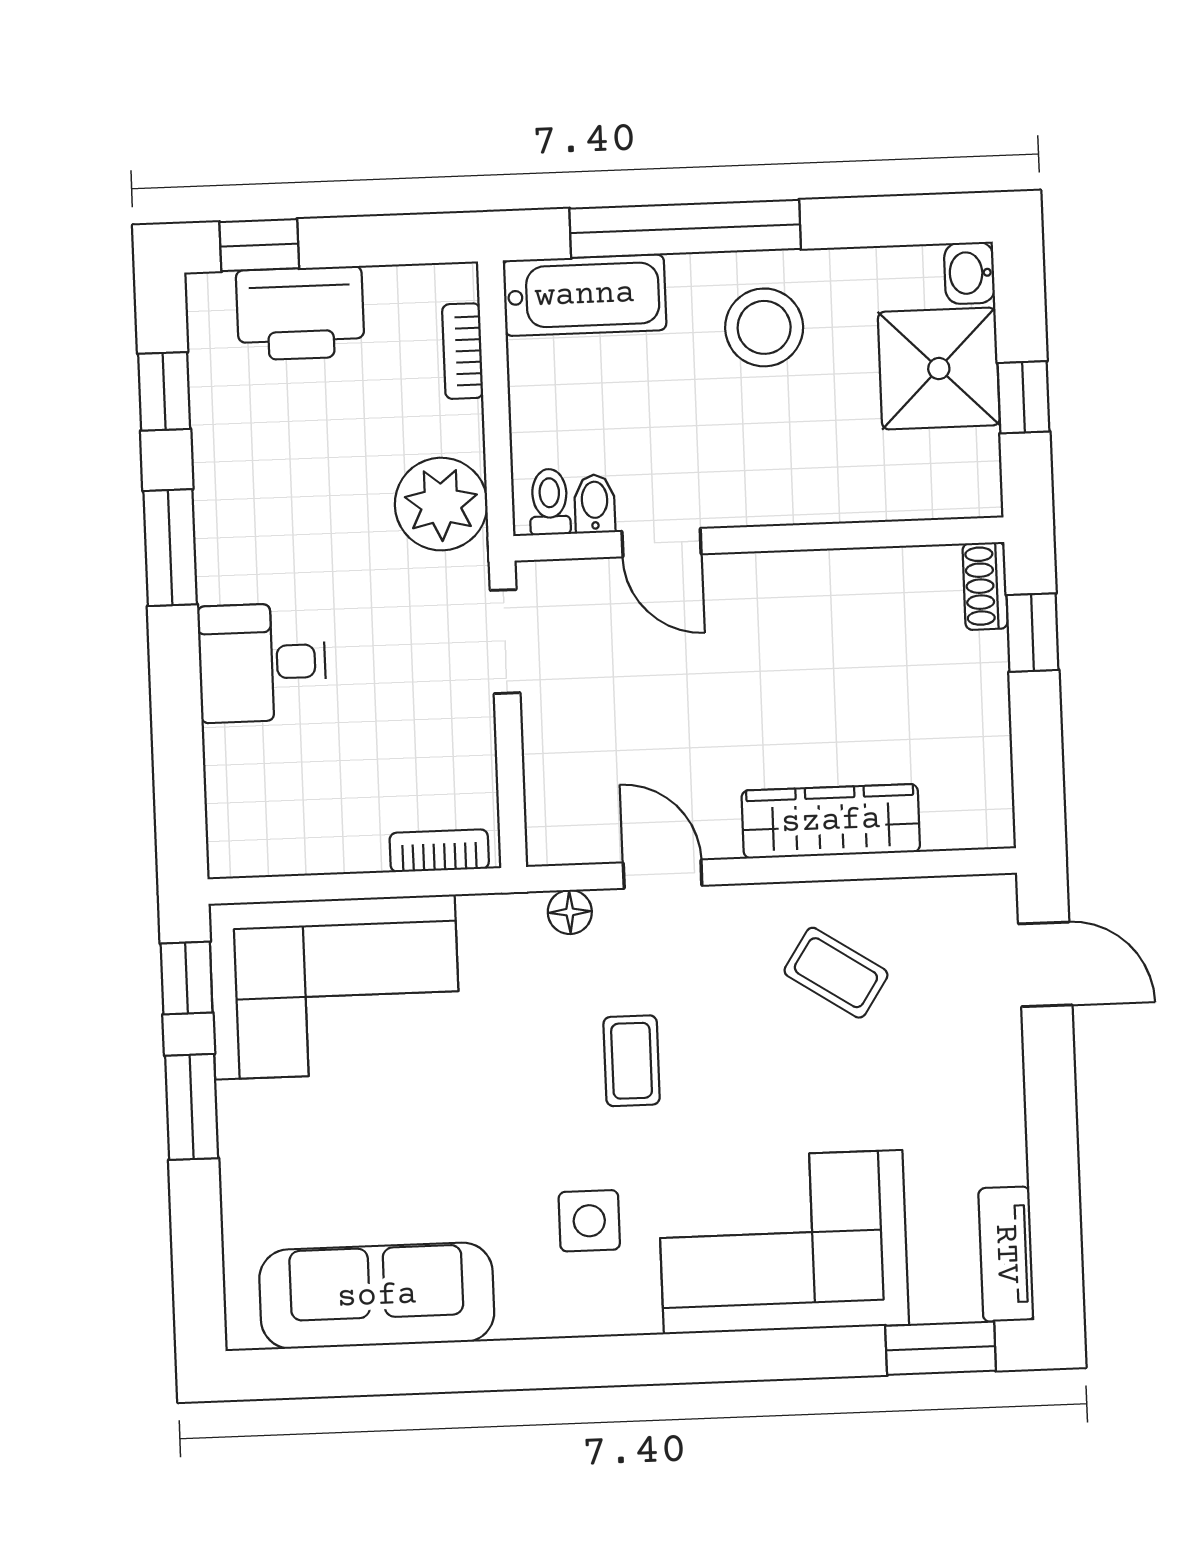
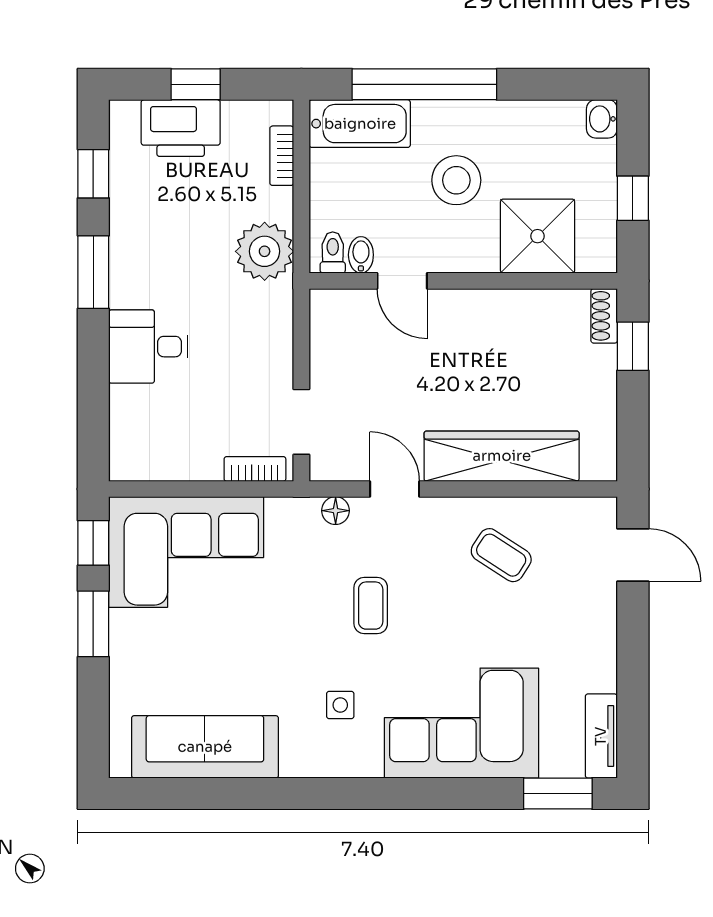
window: (259, 245) -> (196, 84), moved
stool: (764, 327) -> (456, 180), moved
shower: (939, 369) -> (538, 236), moved
doorway: (505, 642) -> (301, 422), moved
wardrobe: (831, 821) -> (502, 456), width x1.40, depth x1.17
side table: (589, 1221) -> (340, 705), width x0.73, depth x0.73

